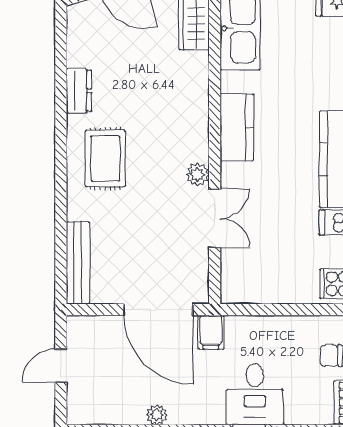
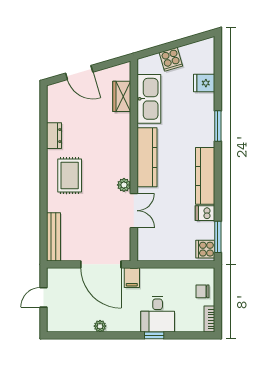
kitchen counter: (237, 127) -> (147, 157), width x1.50

